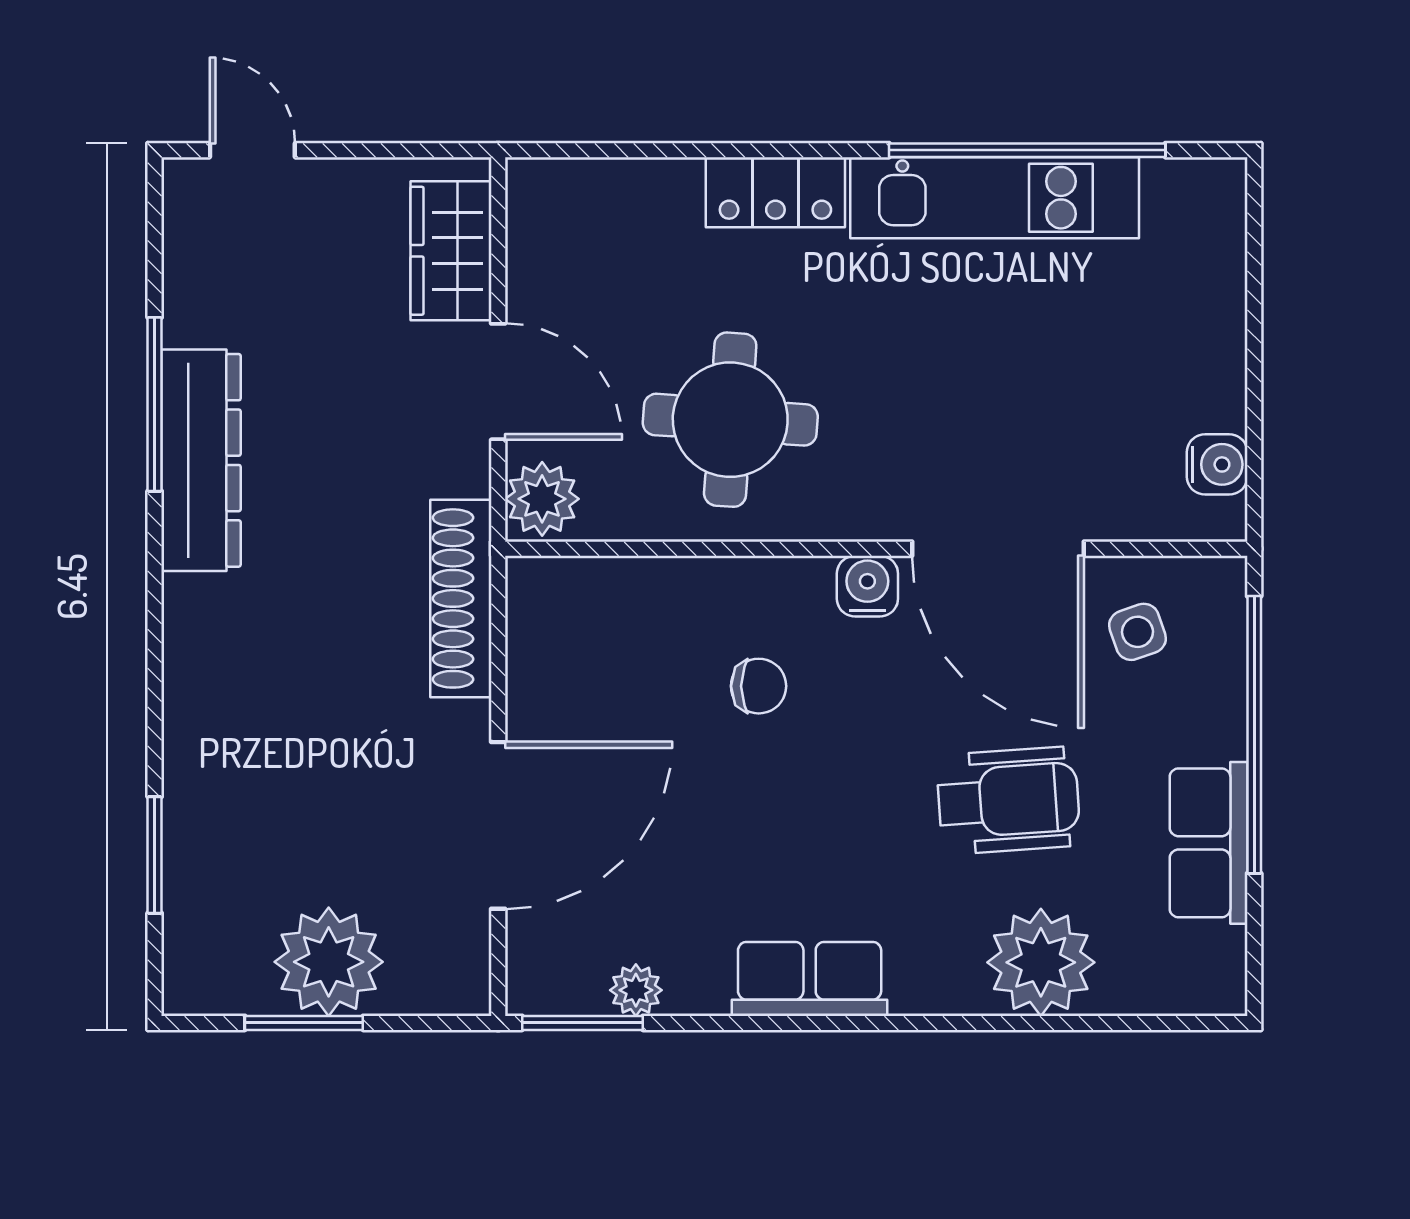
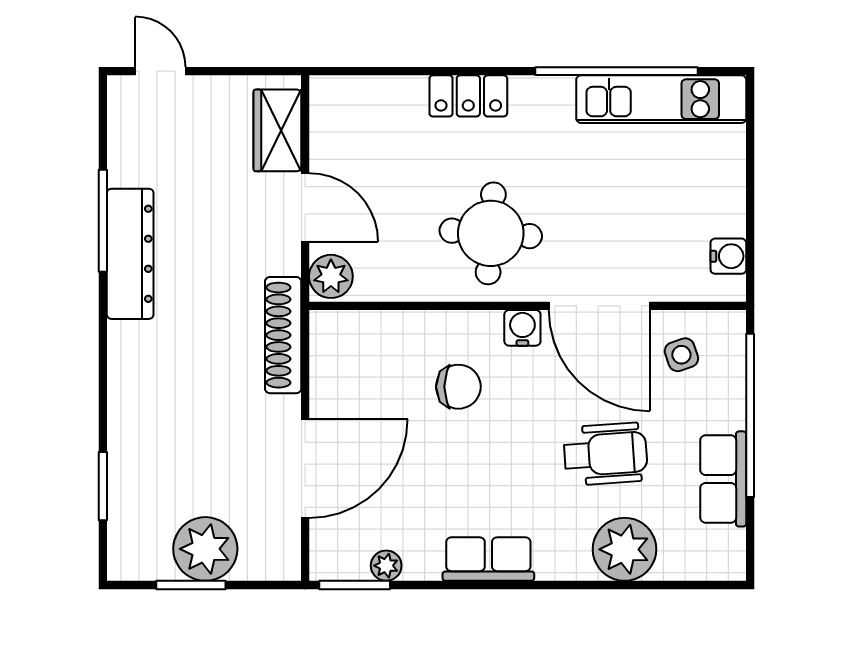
kitchen unit: (995, 198) -> (661, 99), moved
round table: (730, 420) -> (491, 233), moved
chair: (759, 686) -> (458, 387), width x1.37, depth x1.37

